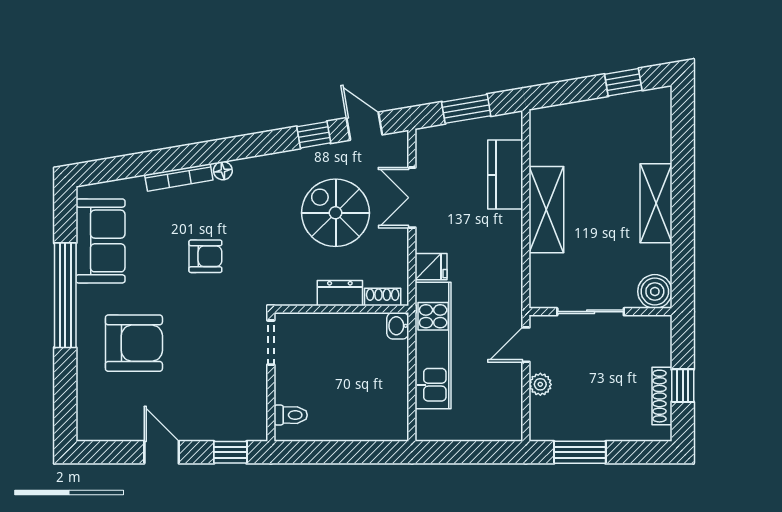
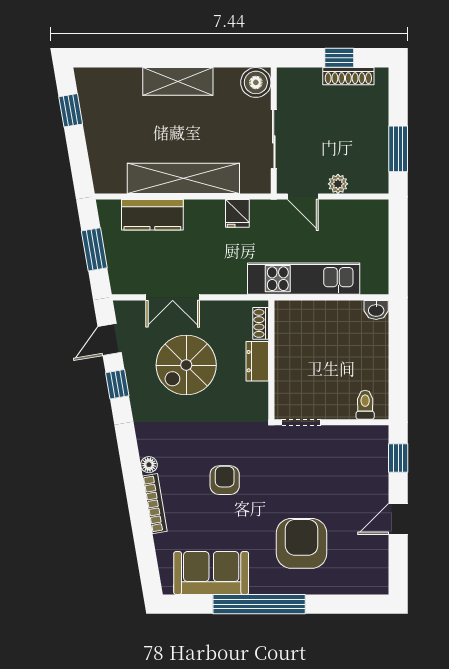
shelving: (546, 210) -> (183, 178), width x1.47
fridge: (431, 267) -> (237, 213), moved, turned 180
washbasin: (398, 326) -> (376, 310), moved

